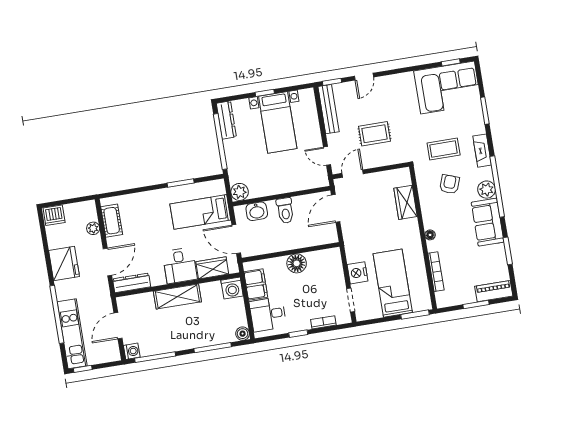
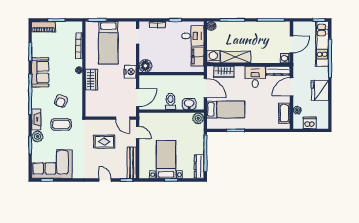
door: (364, 77) -> (105, 180), hinge flipped
door: (353, 174) -> (123, 118), hinge flipped
plant: (487, 190) -> (37, 136), moved
wardrobe: (405, 202) -> (91, 80), moved
dishwasher: (54, 215) -> (310, 123), moved
floor lamp: (297, 263) -> (145, 66), moved
desk: (180, 266) -> (255, 77), moved
nightstand: (358, 273) -> (130, 72), moved
shelving: (177, 296) -> (236, 57), moved
washing machine: (132, 351) -> (285, 58), moved

